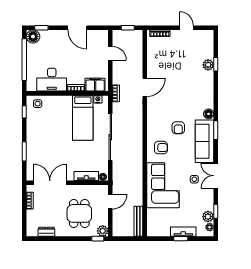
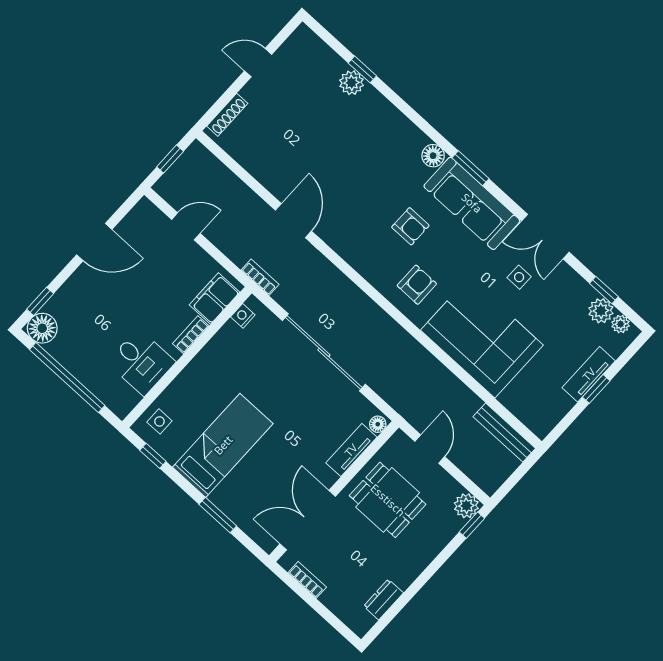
desk: (52, 80) -> (141, 362), width x0.73
bed: (83, 118) -> (223, 445), moved, turned -90
dining table: (79, 213) -> (388, 500), moved

